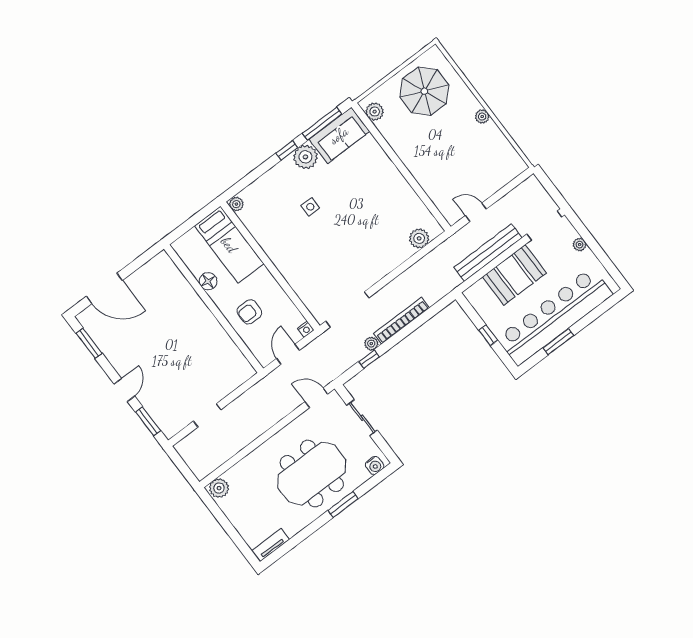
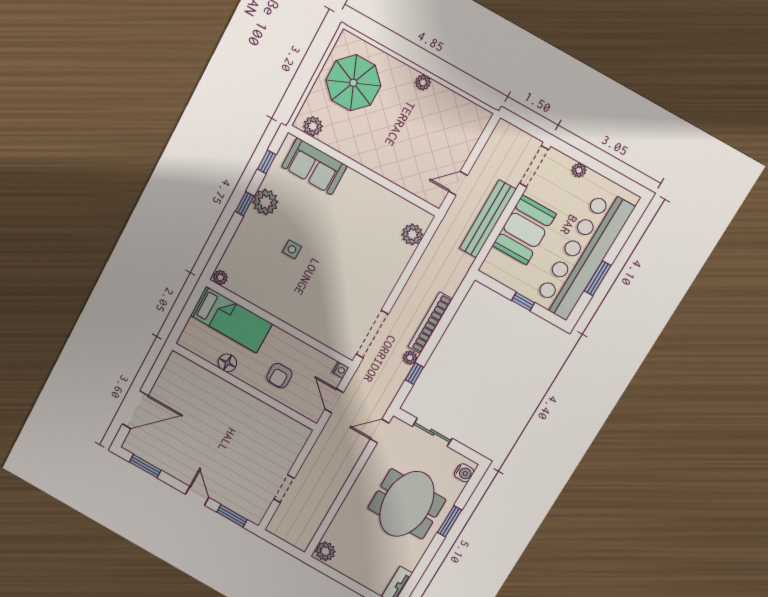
window: (322, 124) -> (267, 162), width x0.46
sofa: (339, 135) -> (314, 166), moved, turned 90

